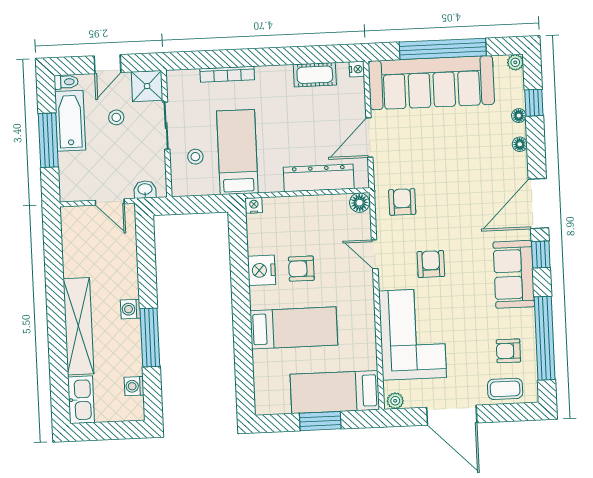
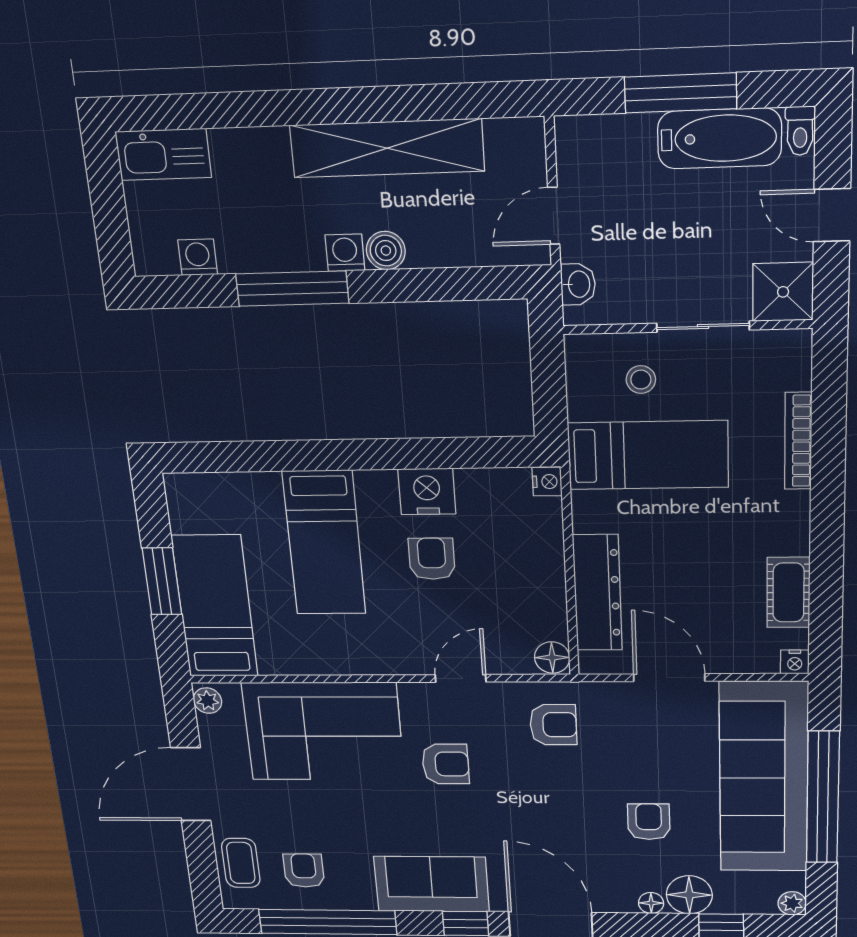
floor lamp: (519, 116) -> (689, 895), width x1.89, depth x1.89
stool: (116, 117) -> (723, 231), removed
armchair: (464, 147) -> (649, 822), added
boiler: (129, 288) -> (386, 251), added
shelving: (78, 326) -> (387, 148), moved

